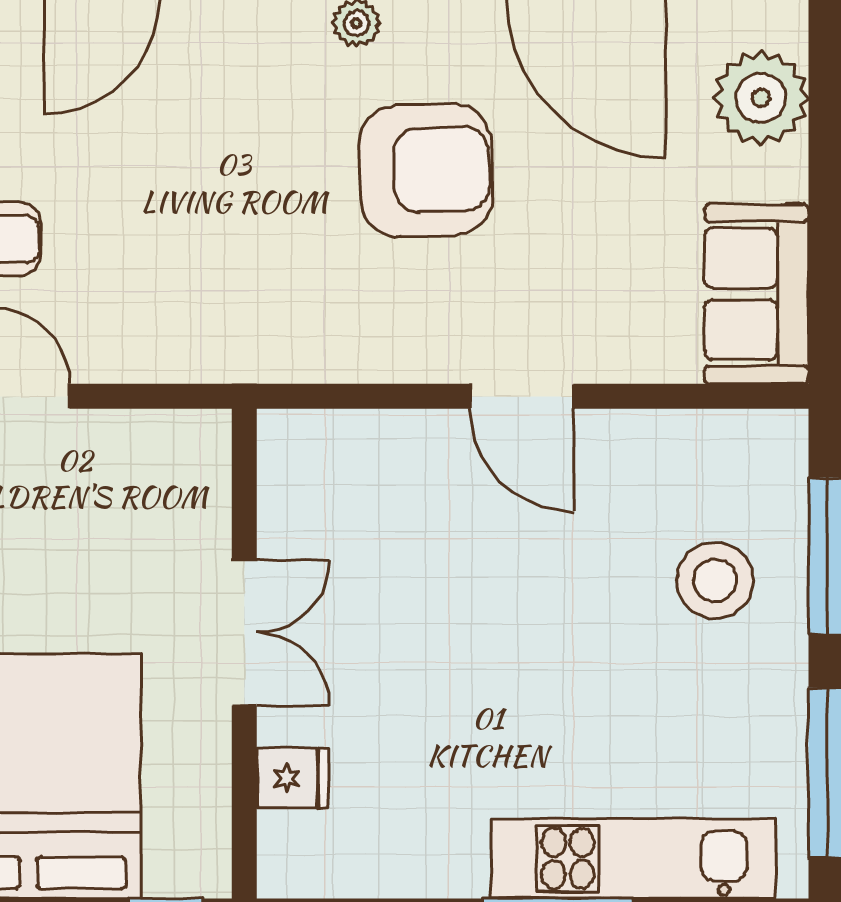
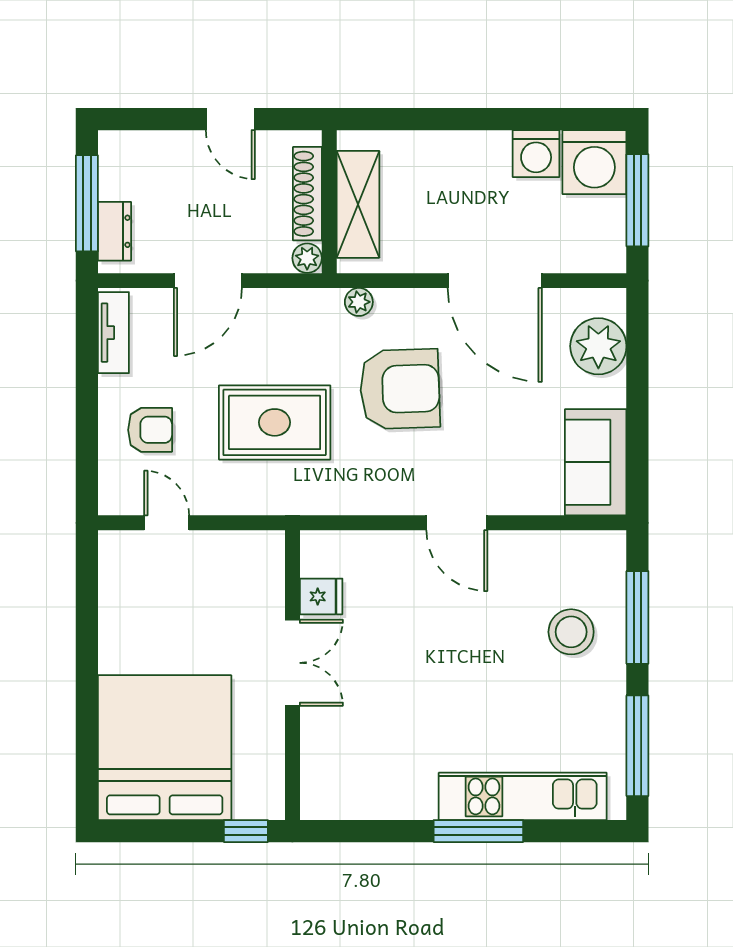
rug: (214, 227) -> (275, 422), added
fridge: (293, 778) -> (321, 596), moved

